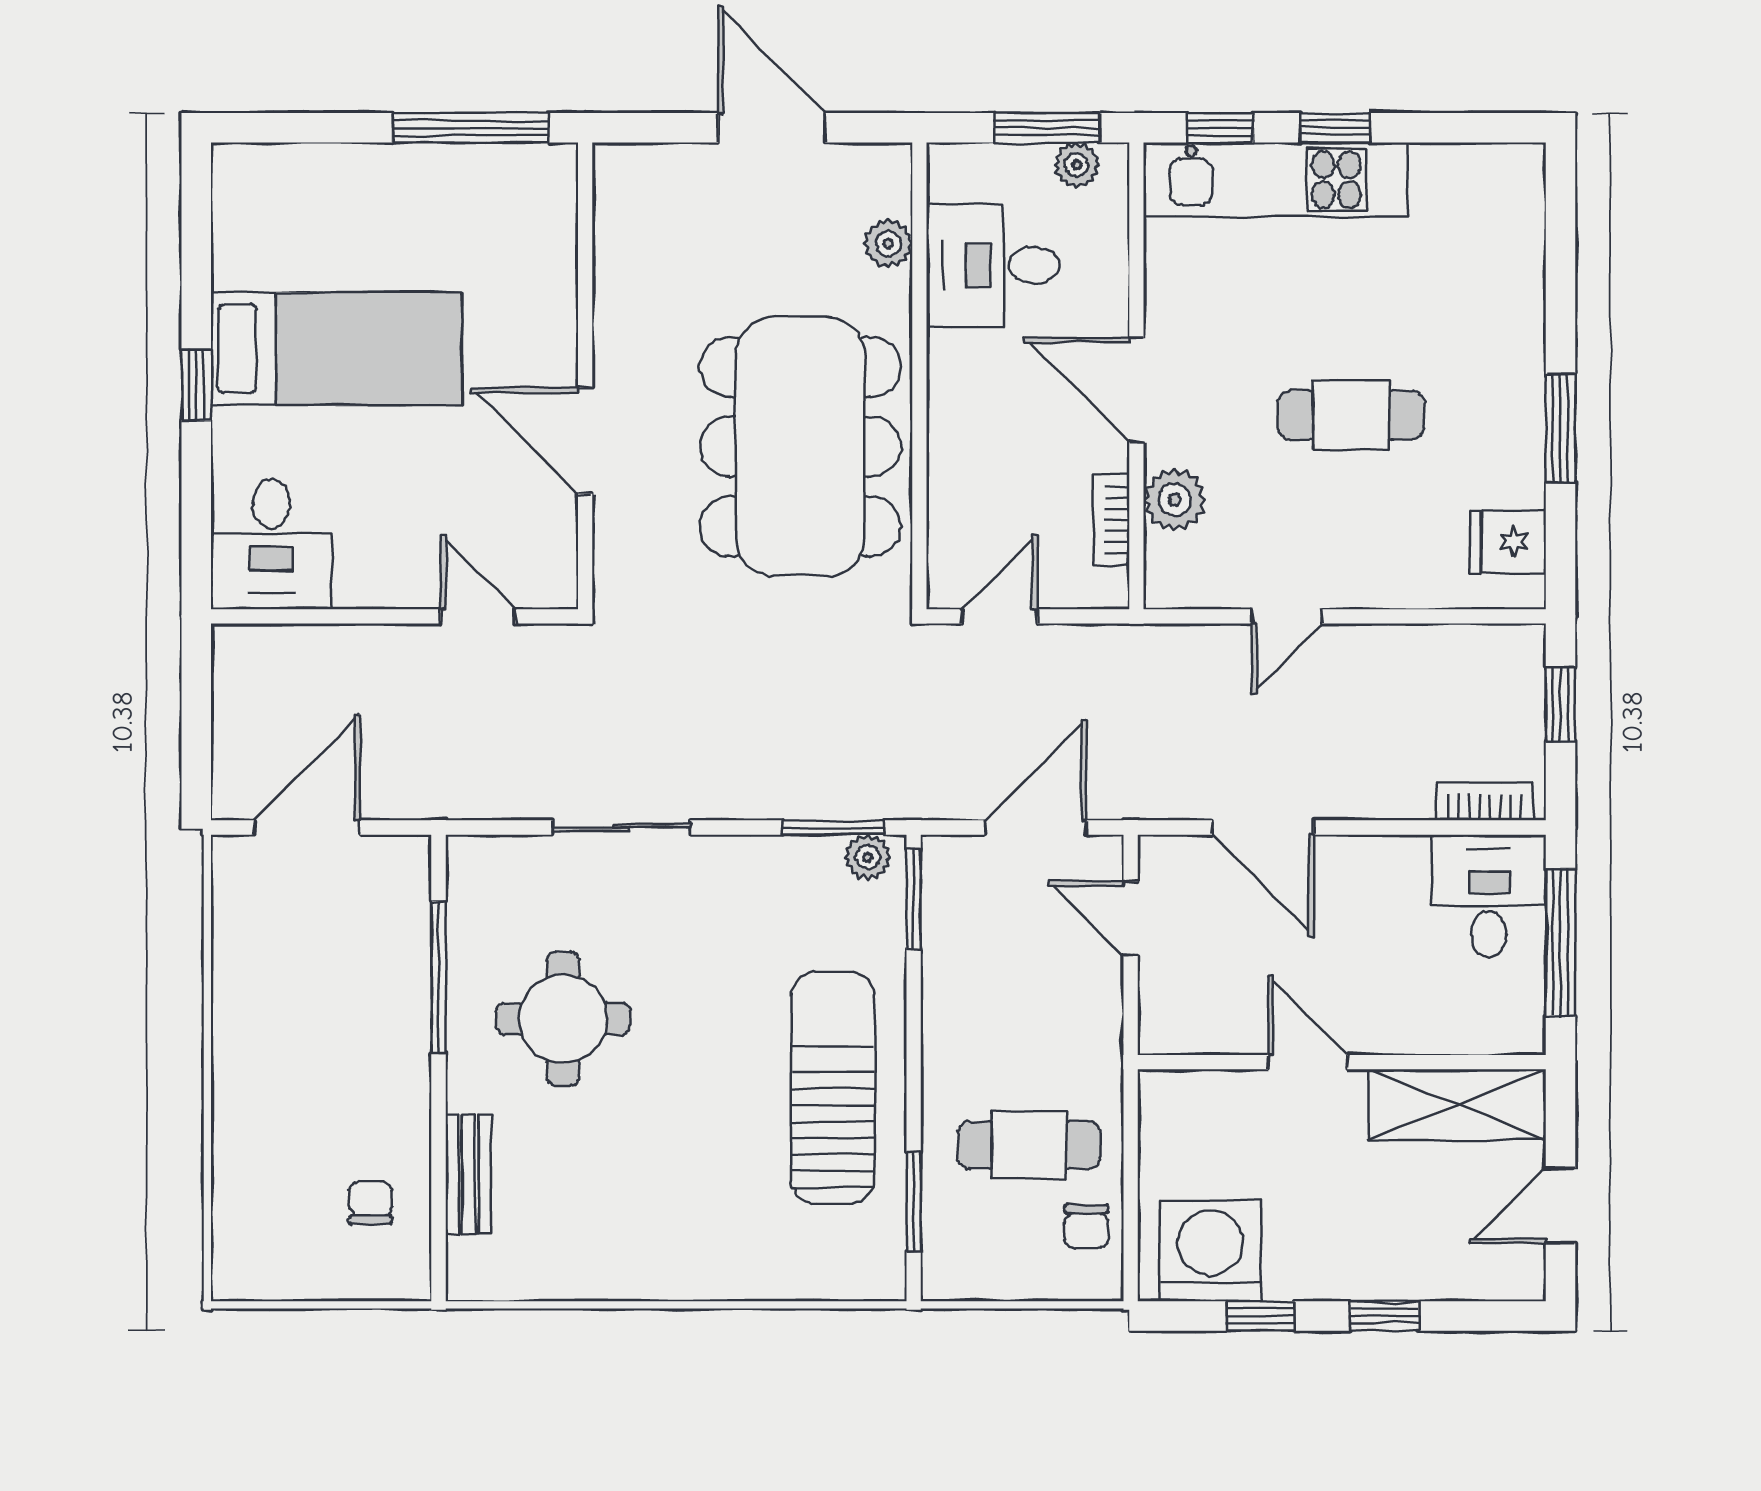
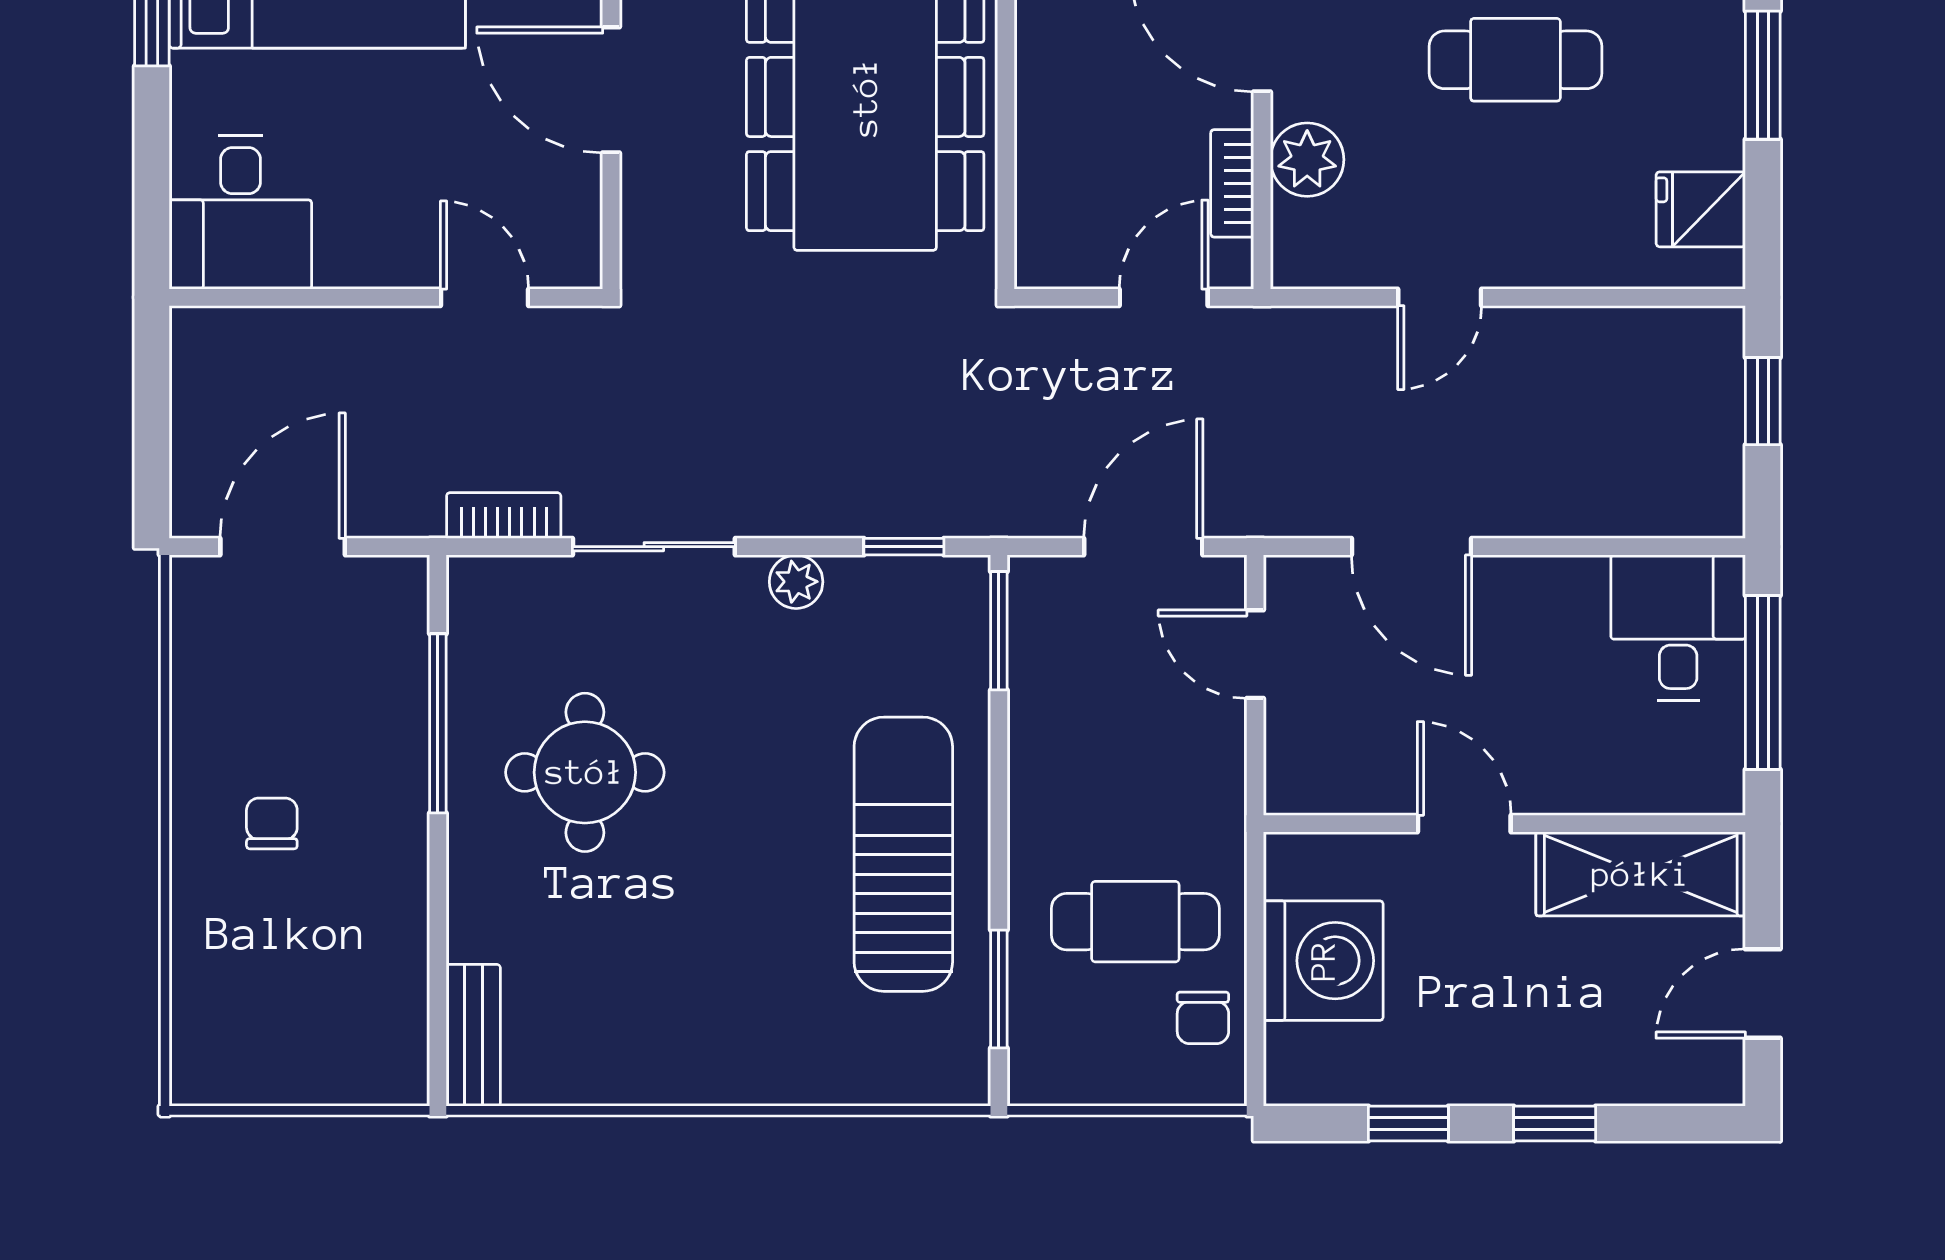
door: (1000, 616) -> (1164, 297), moved
bookcase: (1485, 801) -> (504, 515), moved
window: (833, 827) -> (904, 547), width x0.67
plant: (868, 857) -> (796, 582), moved
bench: (468, 1174) -> (473, 1035), moved
chair: (370, 1203) -> (272, 823), moved
washing machine: (1210, 1251) -> (1323, 961), moved, turned 90

